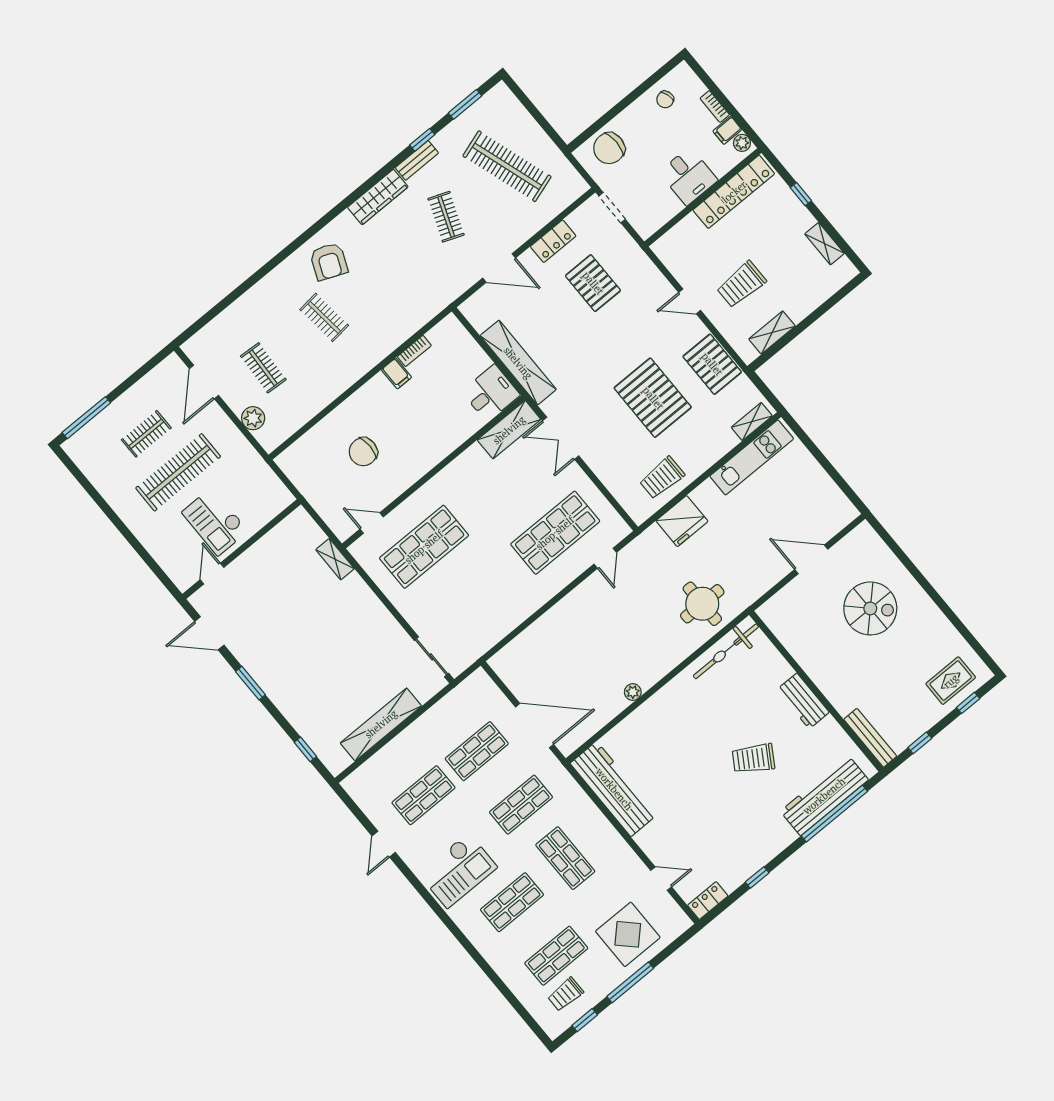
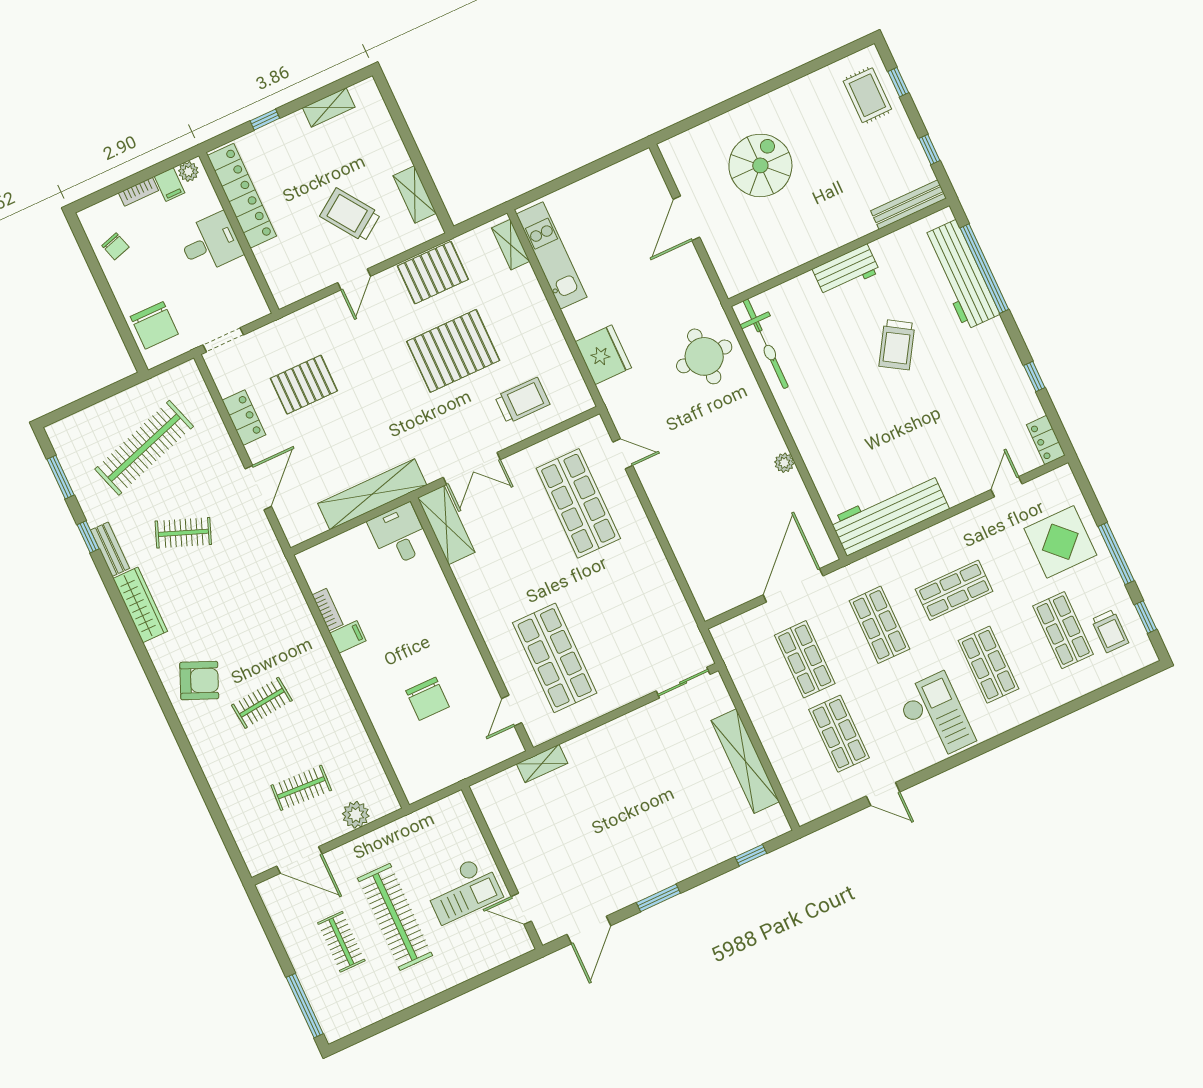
trolley: (741, 284) -> (350, 215), turned 145
trolley: (662, 478) -> (522, 400), moved, turned -90

